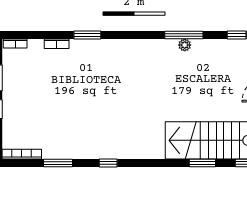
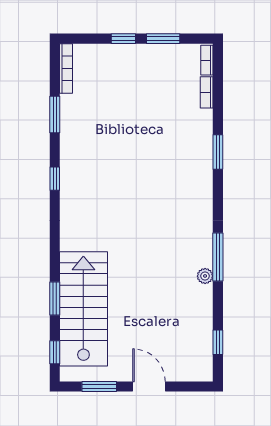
window: (184, 35) -> (218, 257), moved
bookcase: (57, 44) -> (207, 92), moved

